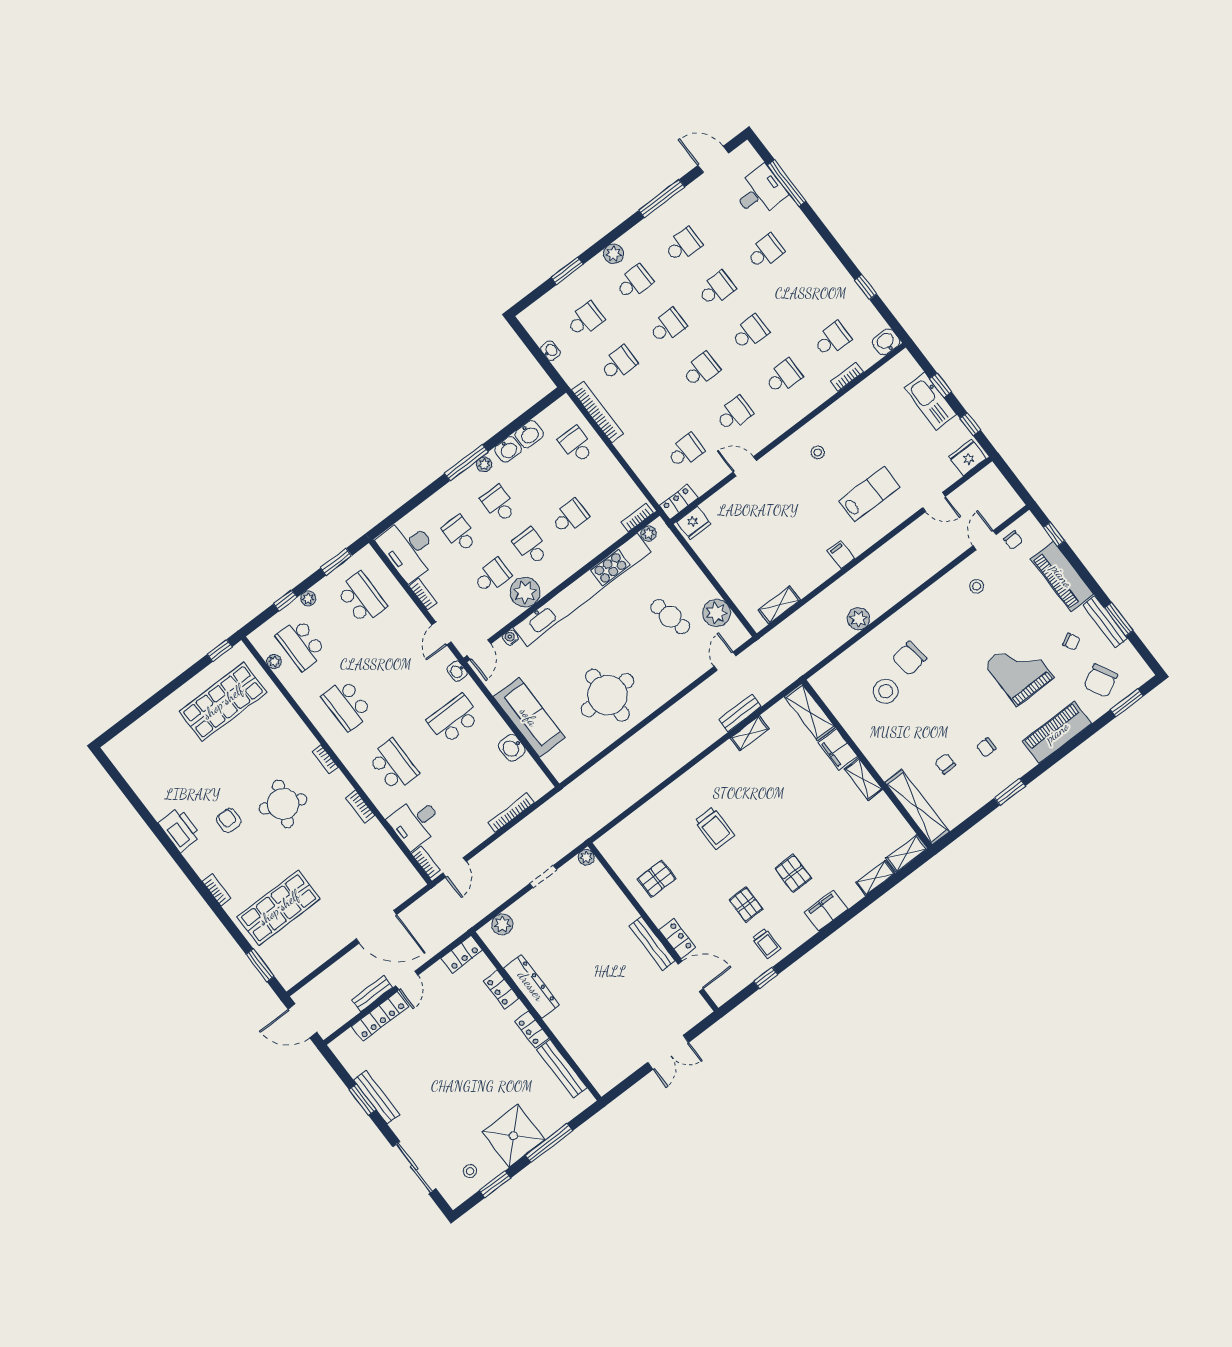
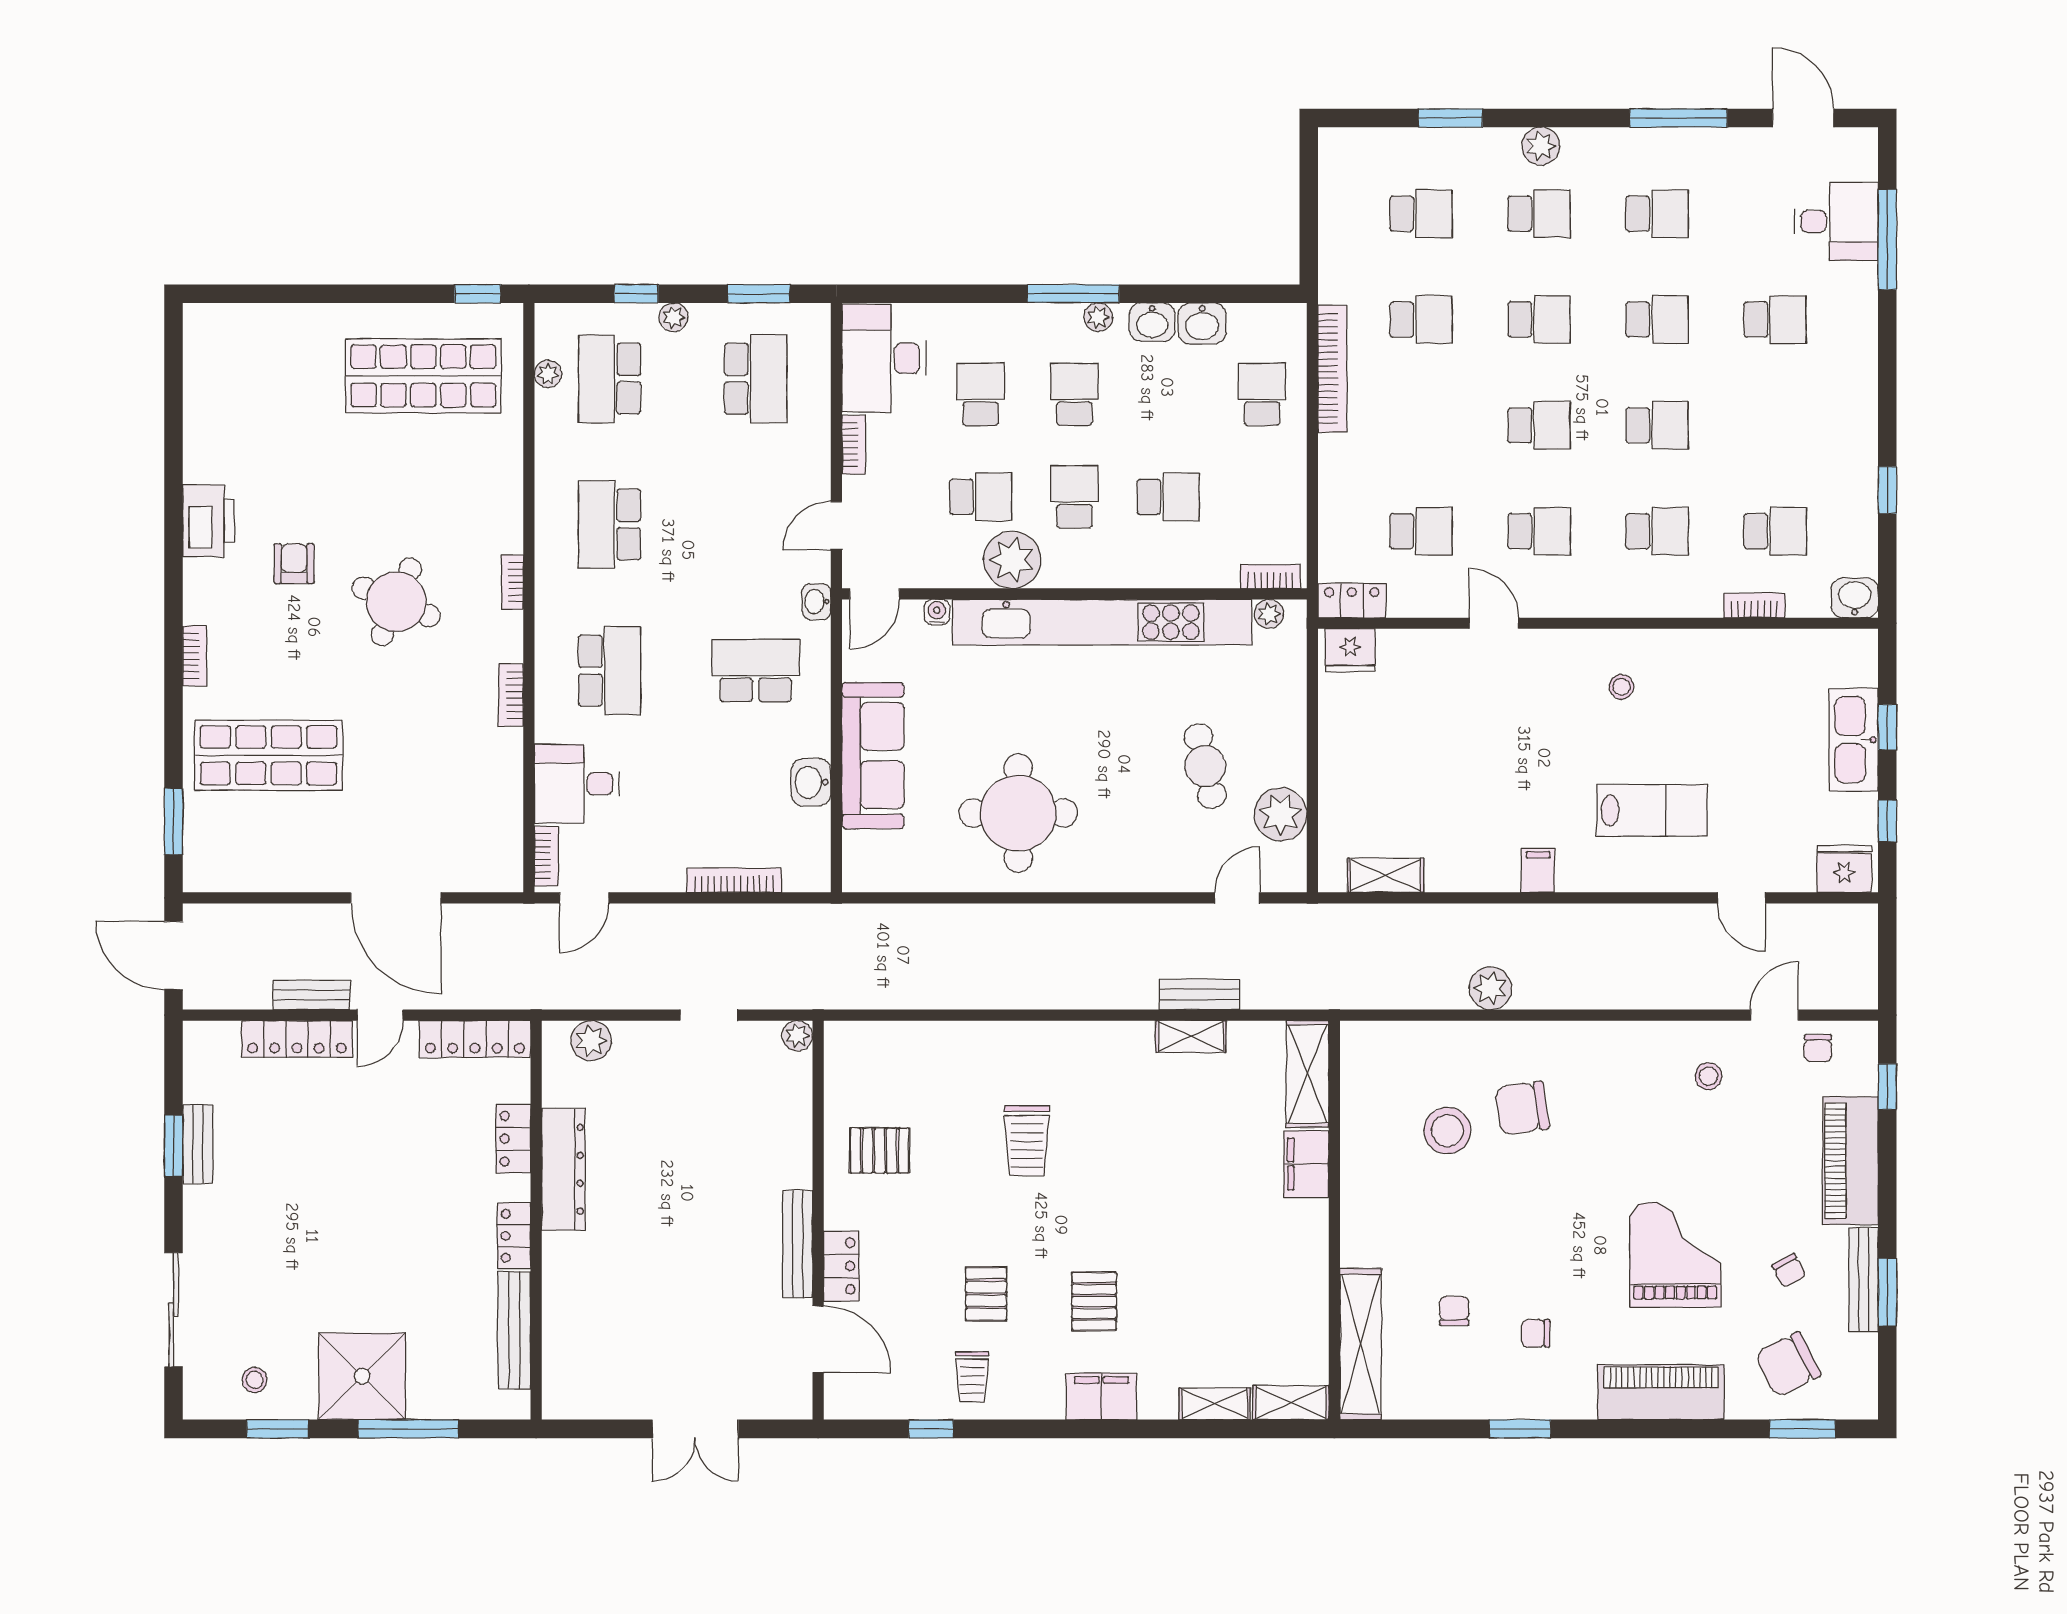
washbasin: (551, 351) -> (1332, 221), removed
shelving: (864, 779) -> (1312, 1239), removed
locker: (462, 954) -> (475, 1039), width x1.53
bench: (377, 1097) -> (198, 1144), width x0.73

